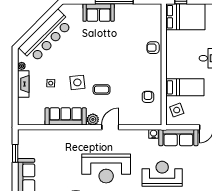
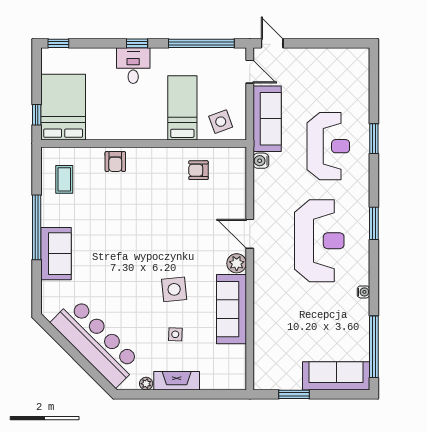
coffee table: (102, 90) -> (64, 179), moved
reception desk: (162, 174) -> (328, 146), turned 180

